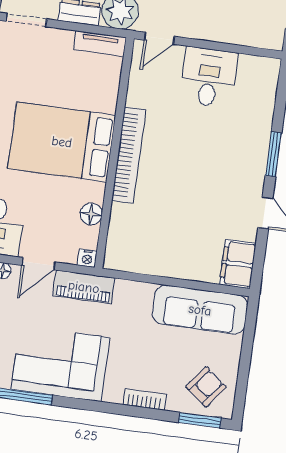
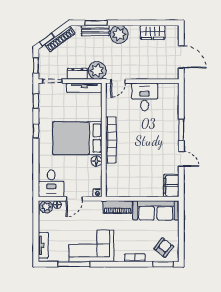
tv unit: (100, 44) -> (84, 88), width x1.41
floor lamp: (91, 214) -> (96, 161), moved
piano: (84, 287) -> (117, 207), moved

